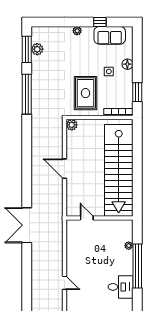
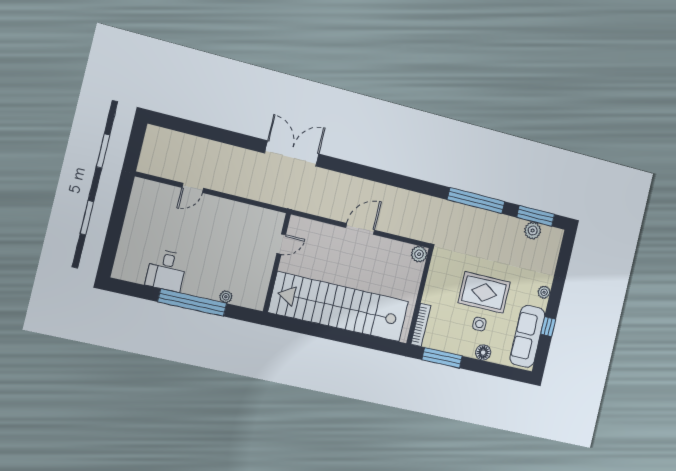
sofa: (110, 35) -> (527, 336), width x1.36
window: (137, 92) -> (442, 358), width x1.44
rug: (86, 93) -> (484, 293), moved

